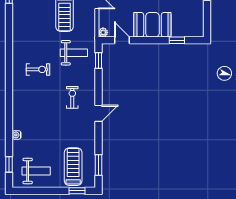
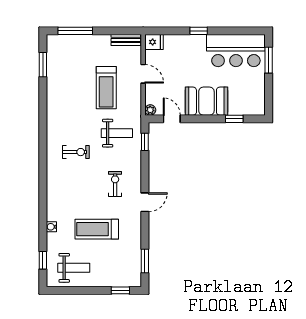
treadmill: (73, 167) -> (97, 229), moved, turned -90

